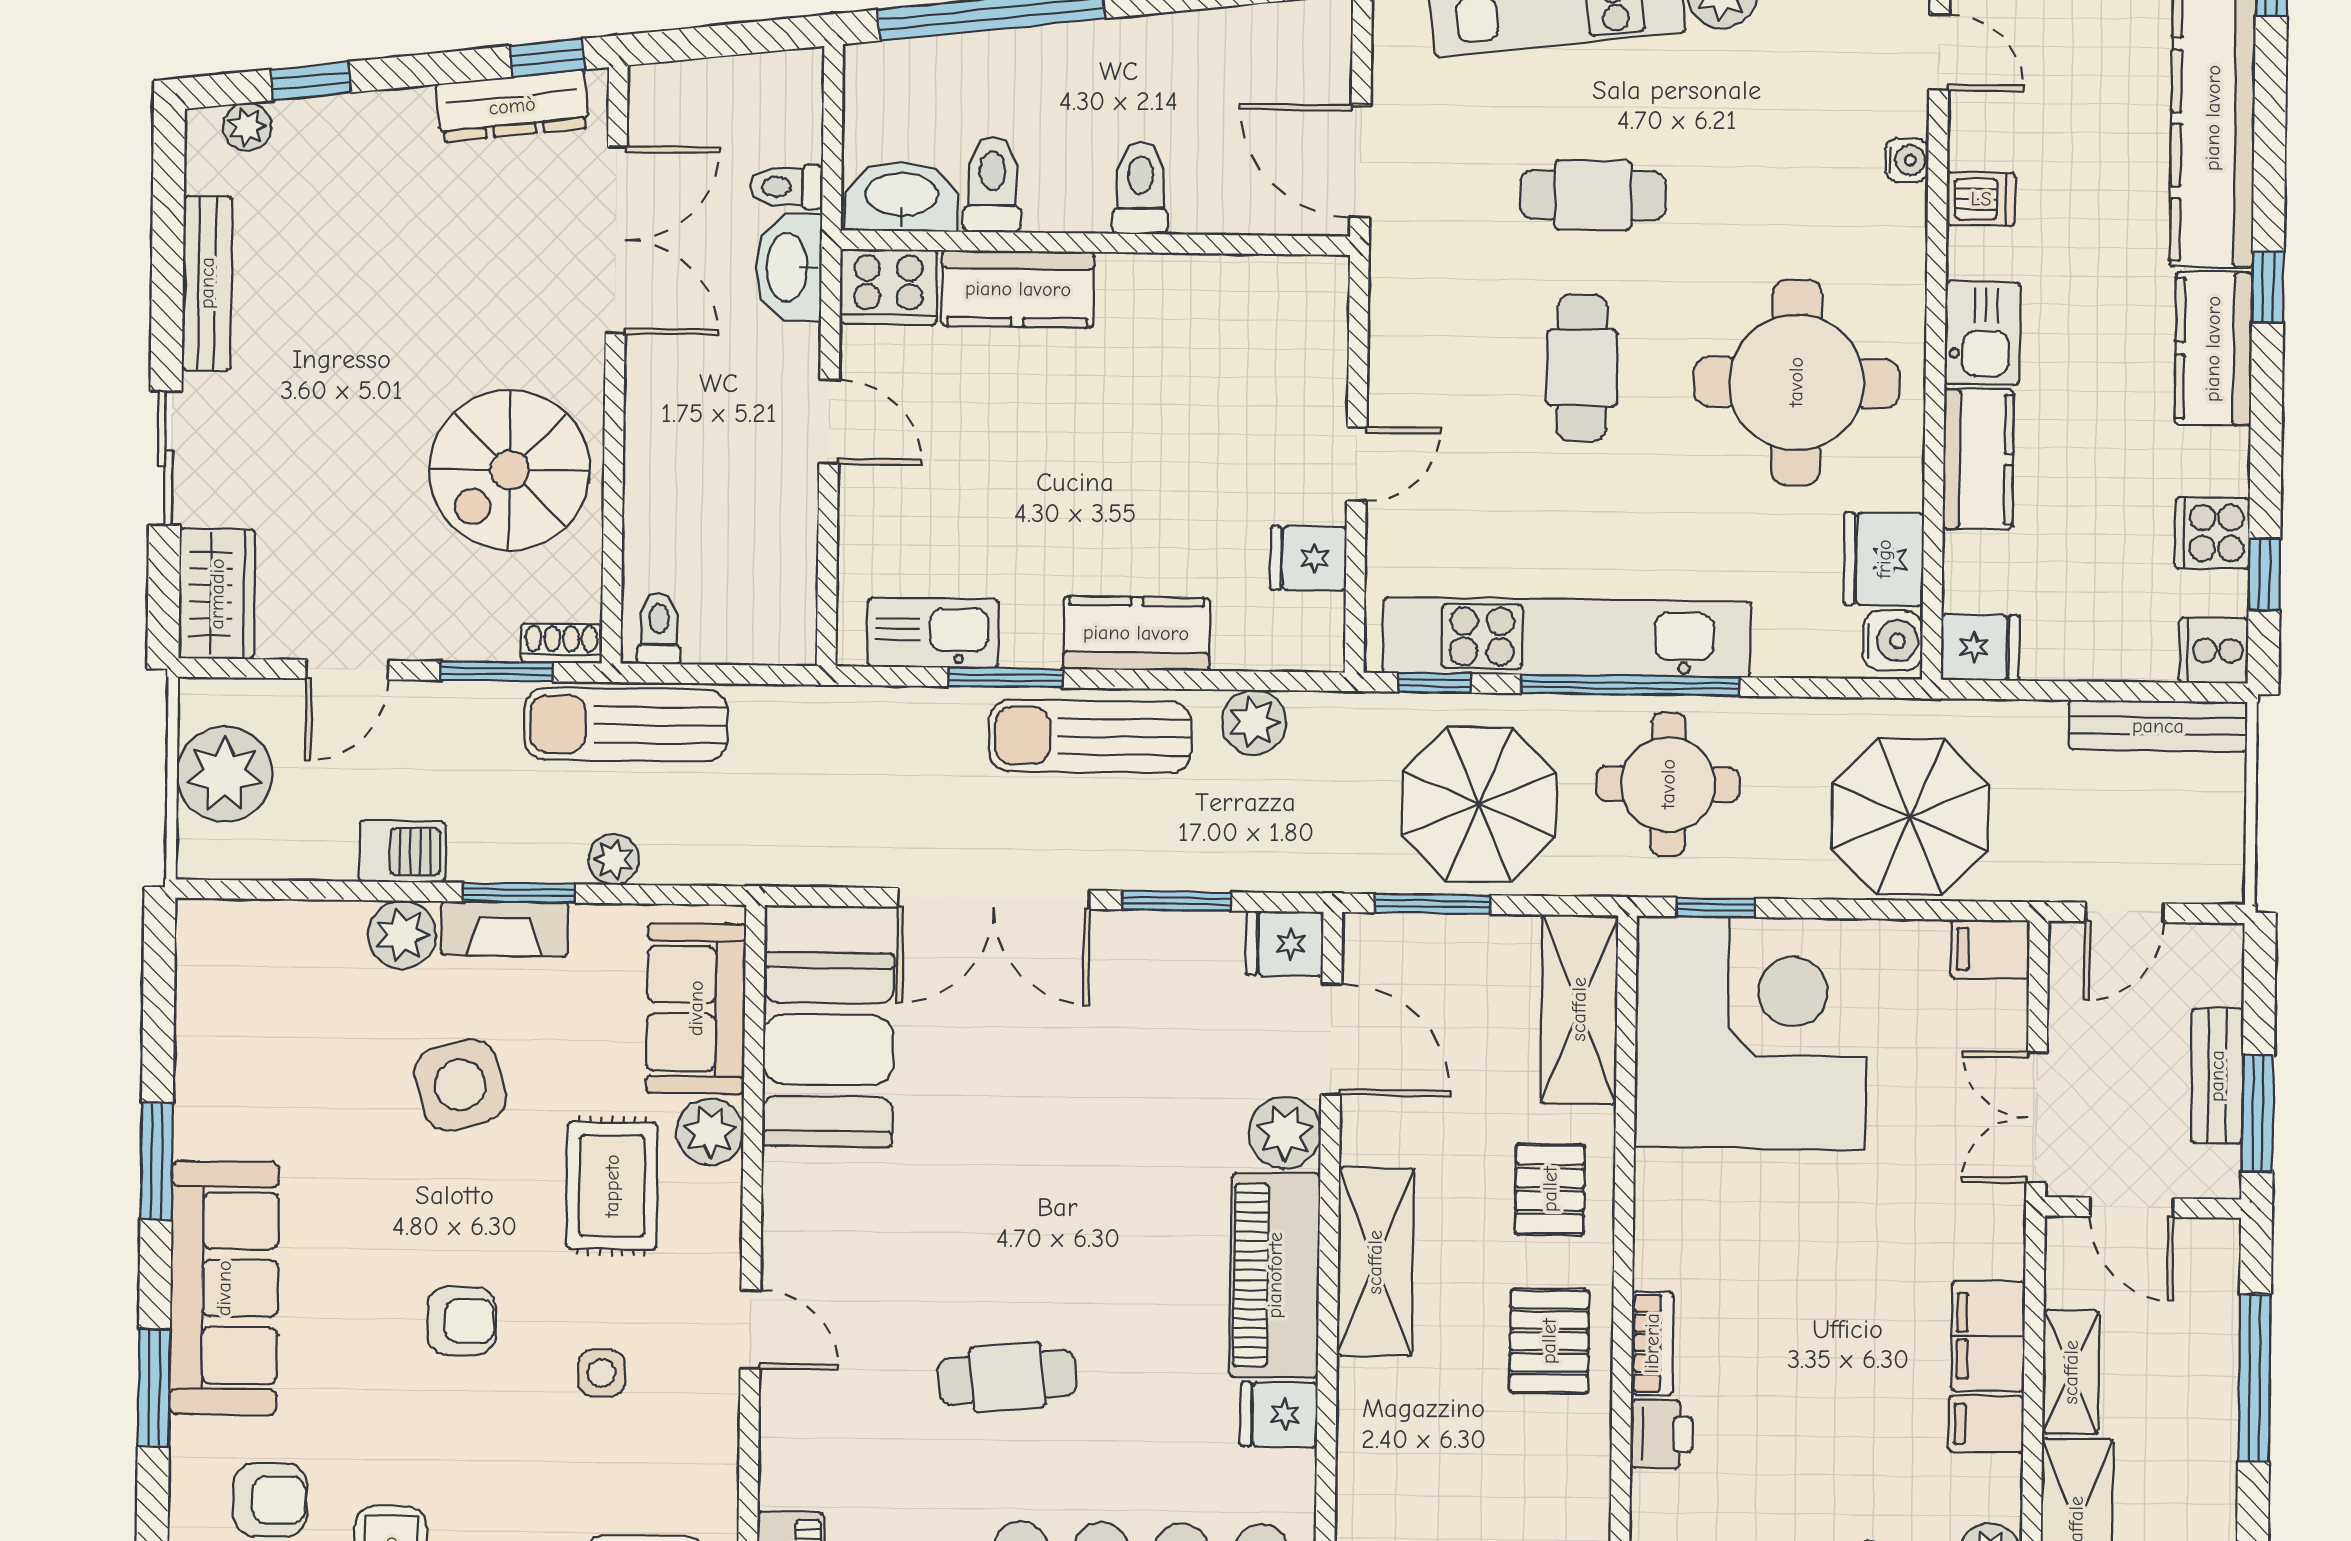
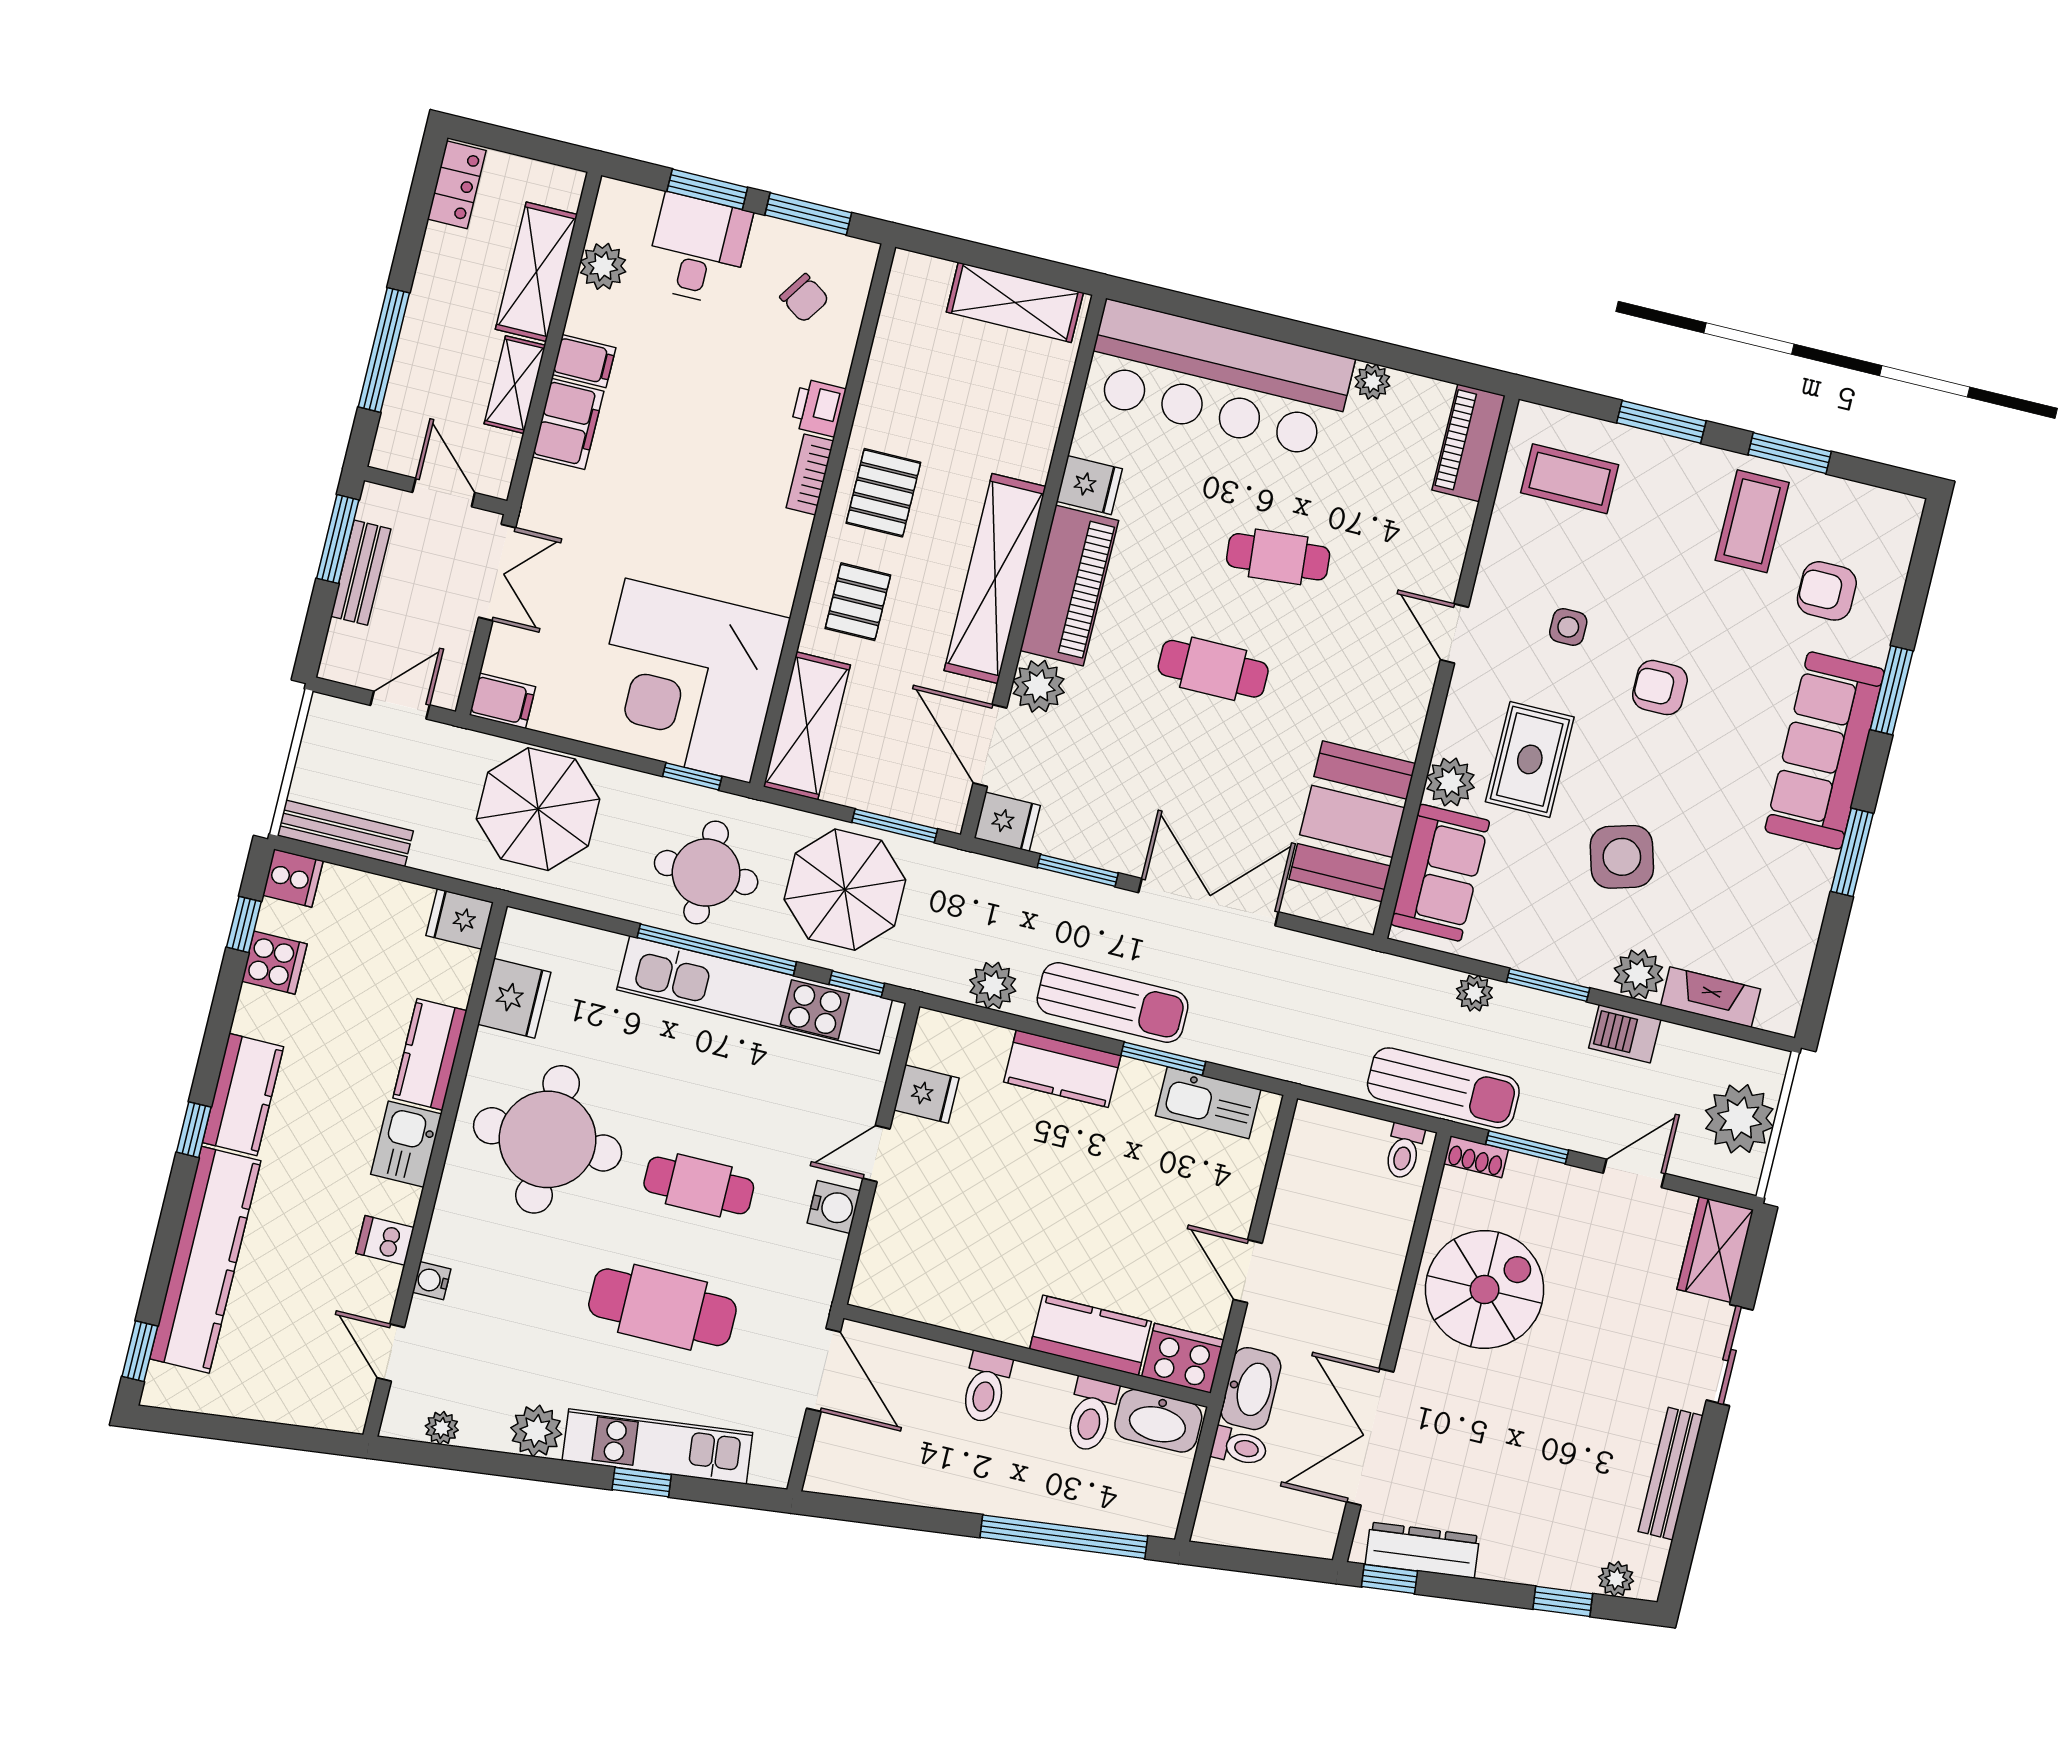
cafe table: (1593, 195) -> (662, 1307), width x1.37, depth x1.35
cafe table: (1582, 368) -> (699, 1185), turned 90
water cooler: (1893, 641) -> (834, 1207), moved, turned 180
fireplace: (505, 929) -> (1711, 997), moved
cafe table: (1059, 1209) -> (1213, 669), added
shelving: (1375, 1262) -> (995, 578), width x1.47

